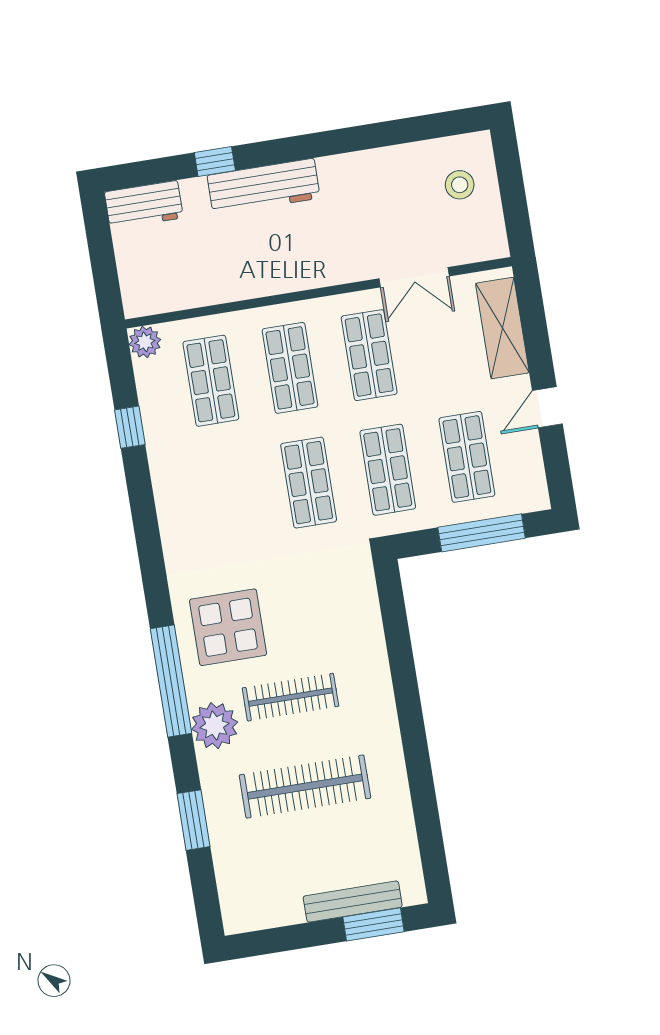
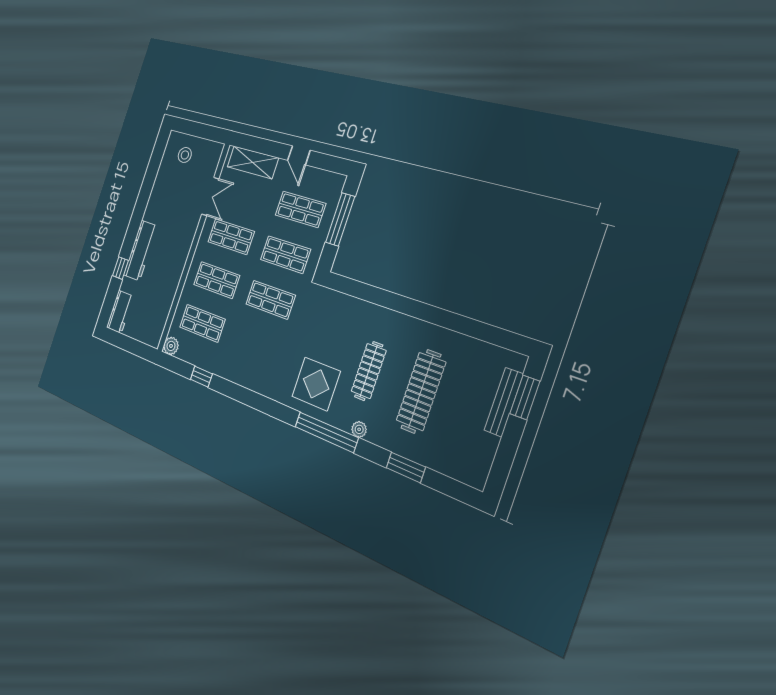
plant: (215, 726) -> (359, 429), width x0.53, depth x0.53

